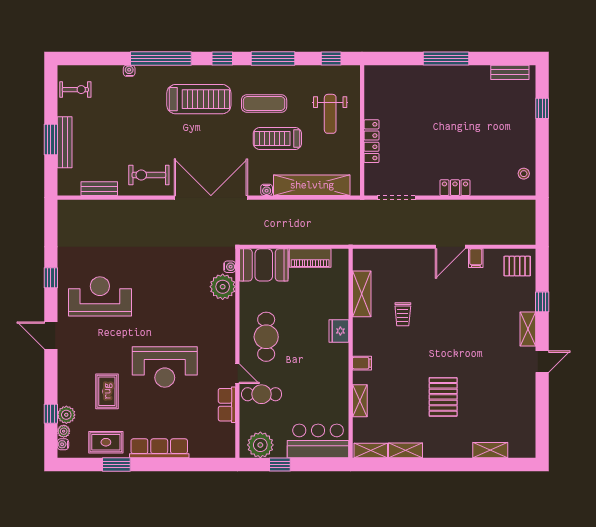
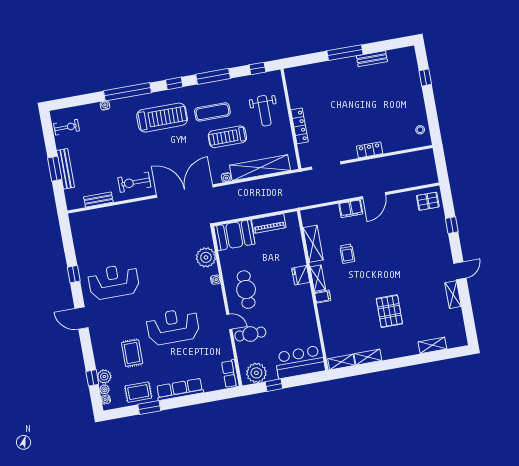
bench: (510, 72) -> (372, 59), moved
filing cabinet: (476, 258) -> (351, 209), moved, width x2.00
water cooler: (230, 267) -> (215, 280), moved
shelving: (528, 329) -> (453, 295), moved
reception desk: (165, 367) -> (173, 327), turned 180
shelving: (360, 401) -> (318, 278), moved
row of seats: (227, 405) -> (230, 374), moved

